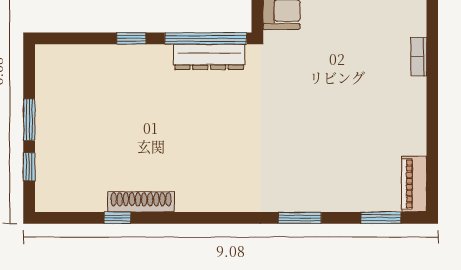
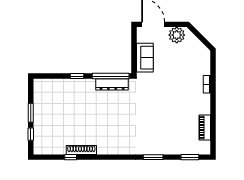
piano: (414, 184) -> (205, 128), moved

